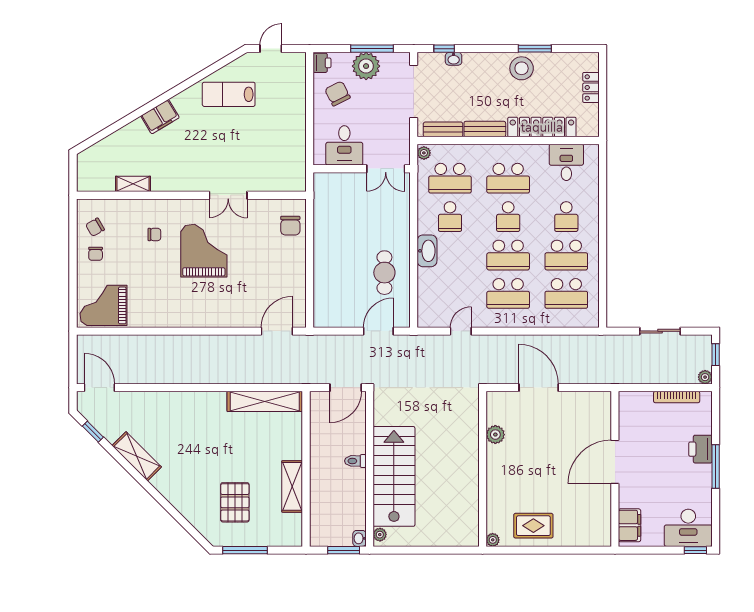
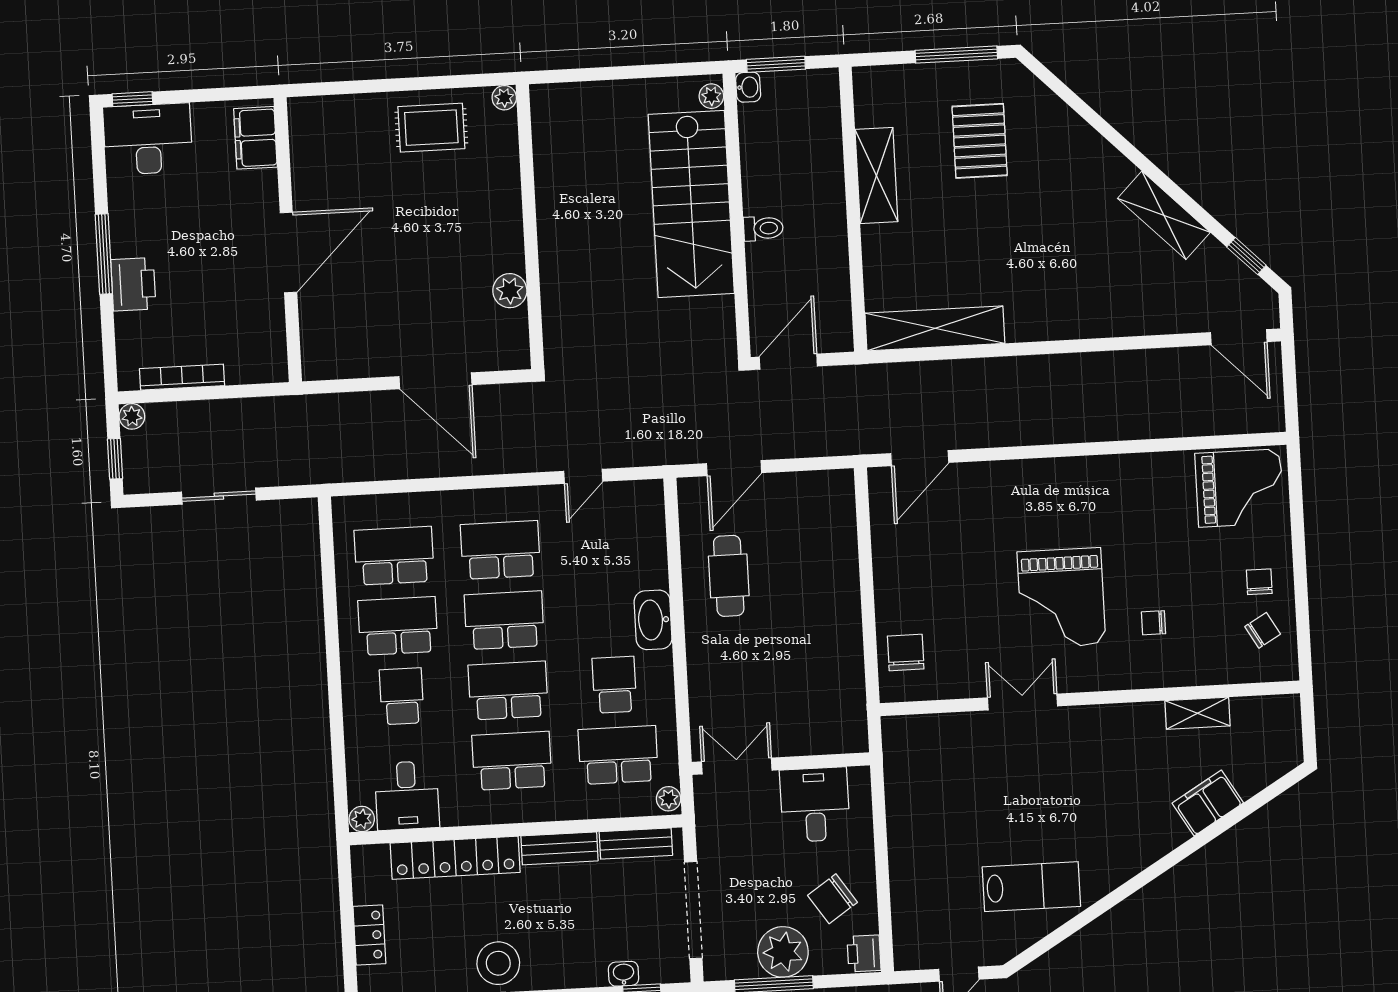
chair: (337, 94) -> (833, 899), turned 83
filing cabinet: (160, 117) -> (1208, 803), moved
plant: (592, 151) -> (362, 819), added
school desk: (508, 217) -> (508, 691), width x1.85

